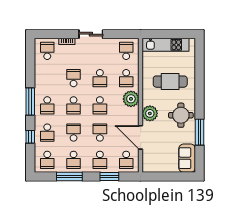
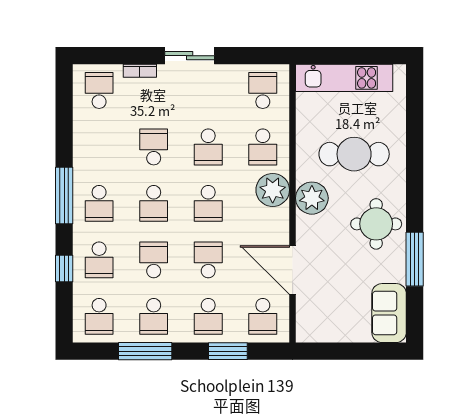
plant: (150, 113) -> (312, 198), moved

